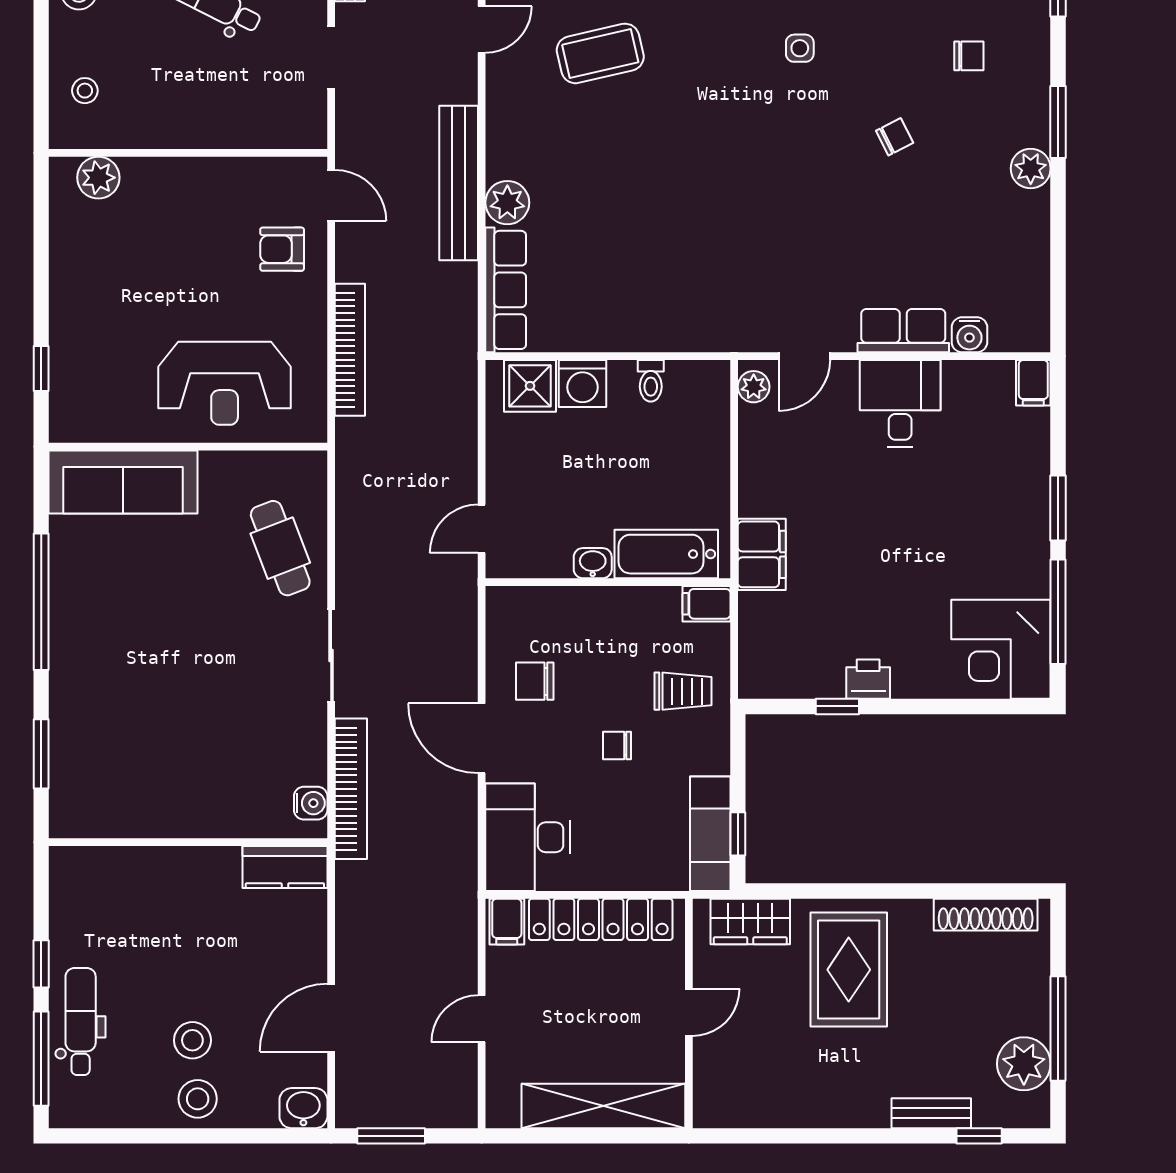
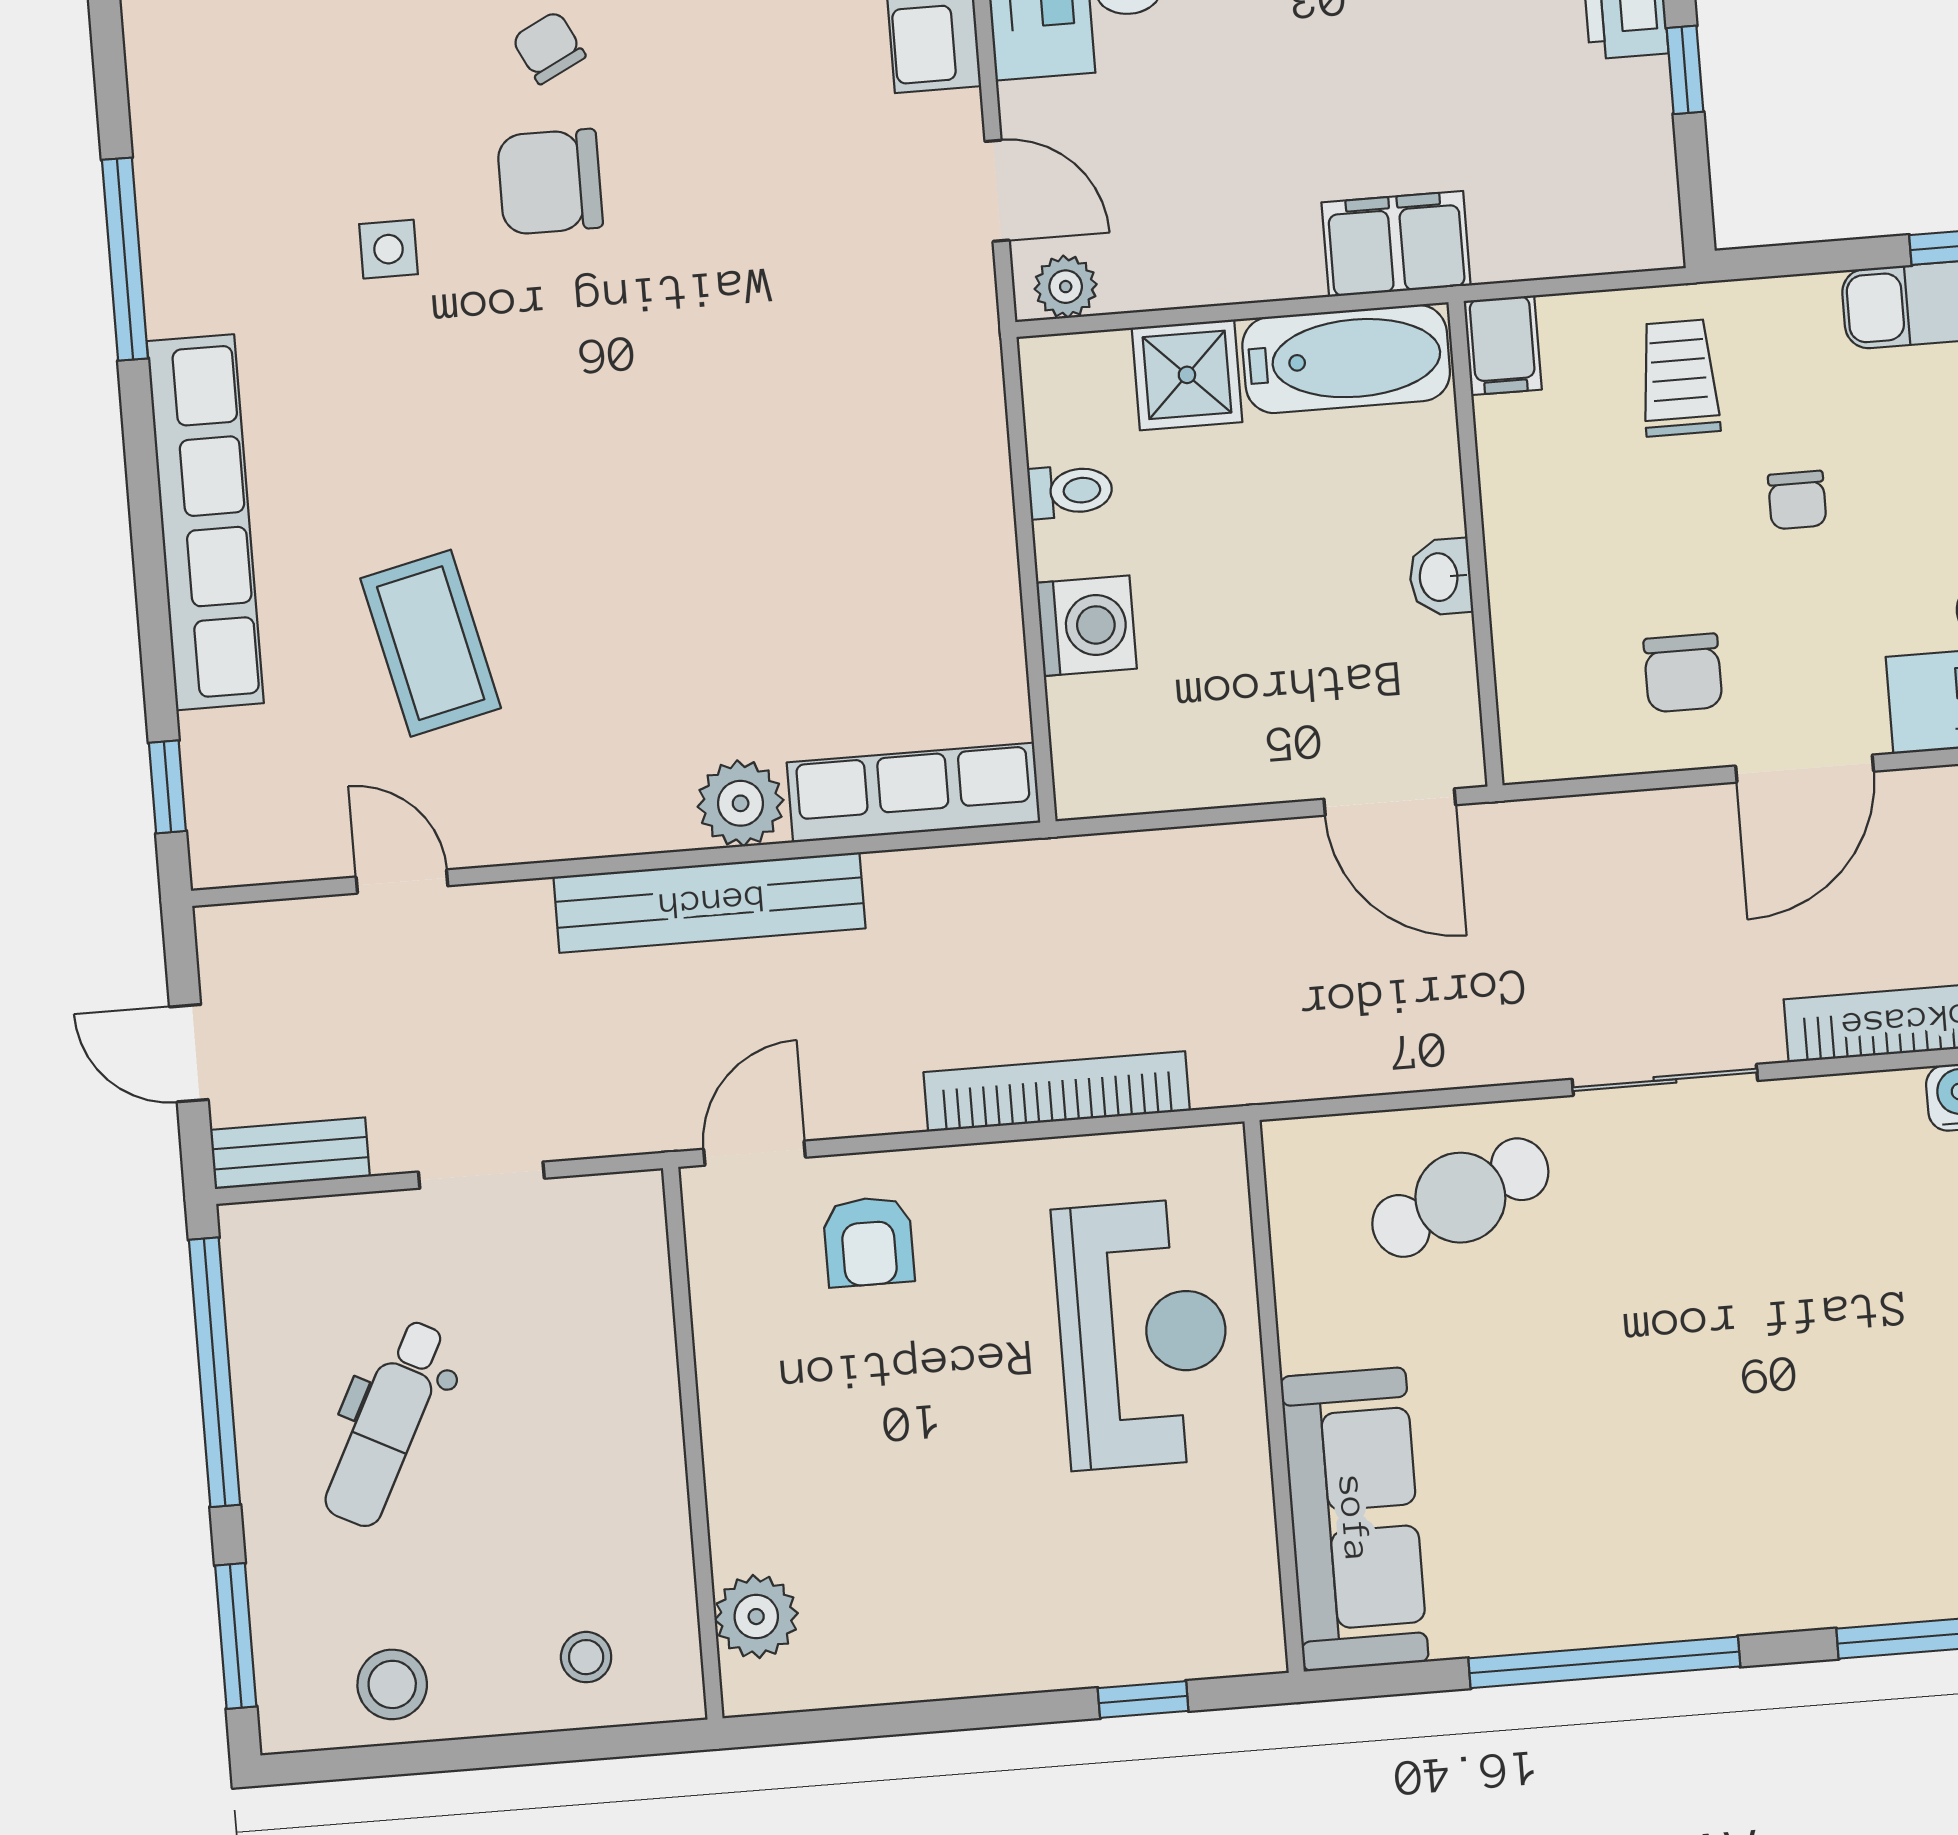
chair: (827, 132) -> (550, 182), added
shower: (530, 386) -> (1187, 375), moved
door: (482, 529) -> (1390, 802), width x1.38
bathtub: (666, 554) -> (1346, 359), moved, turned -90

